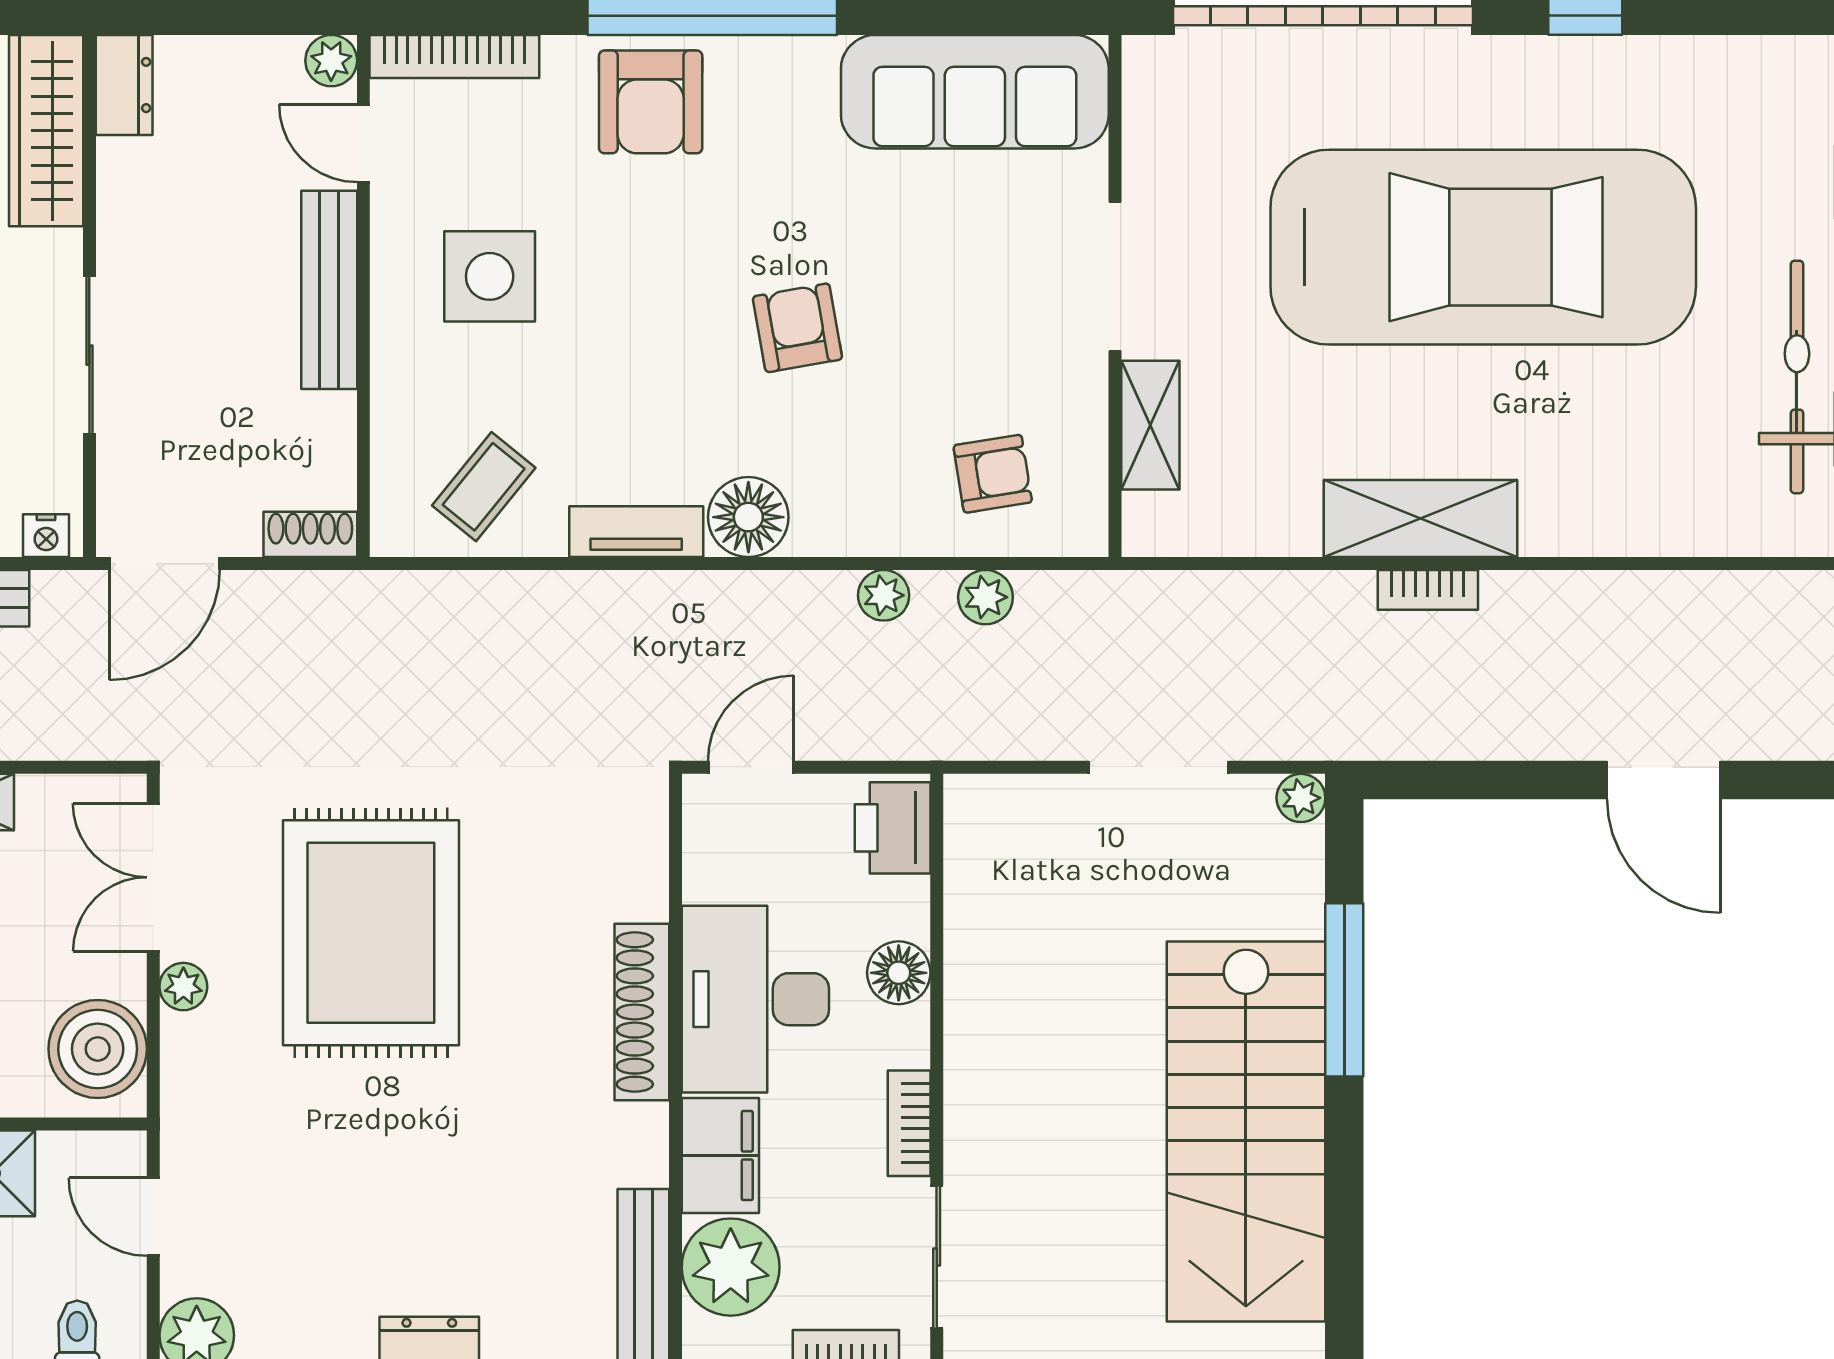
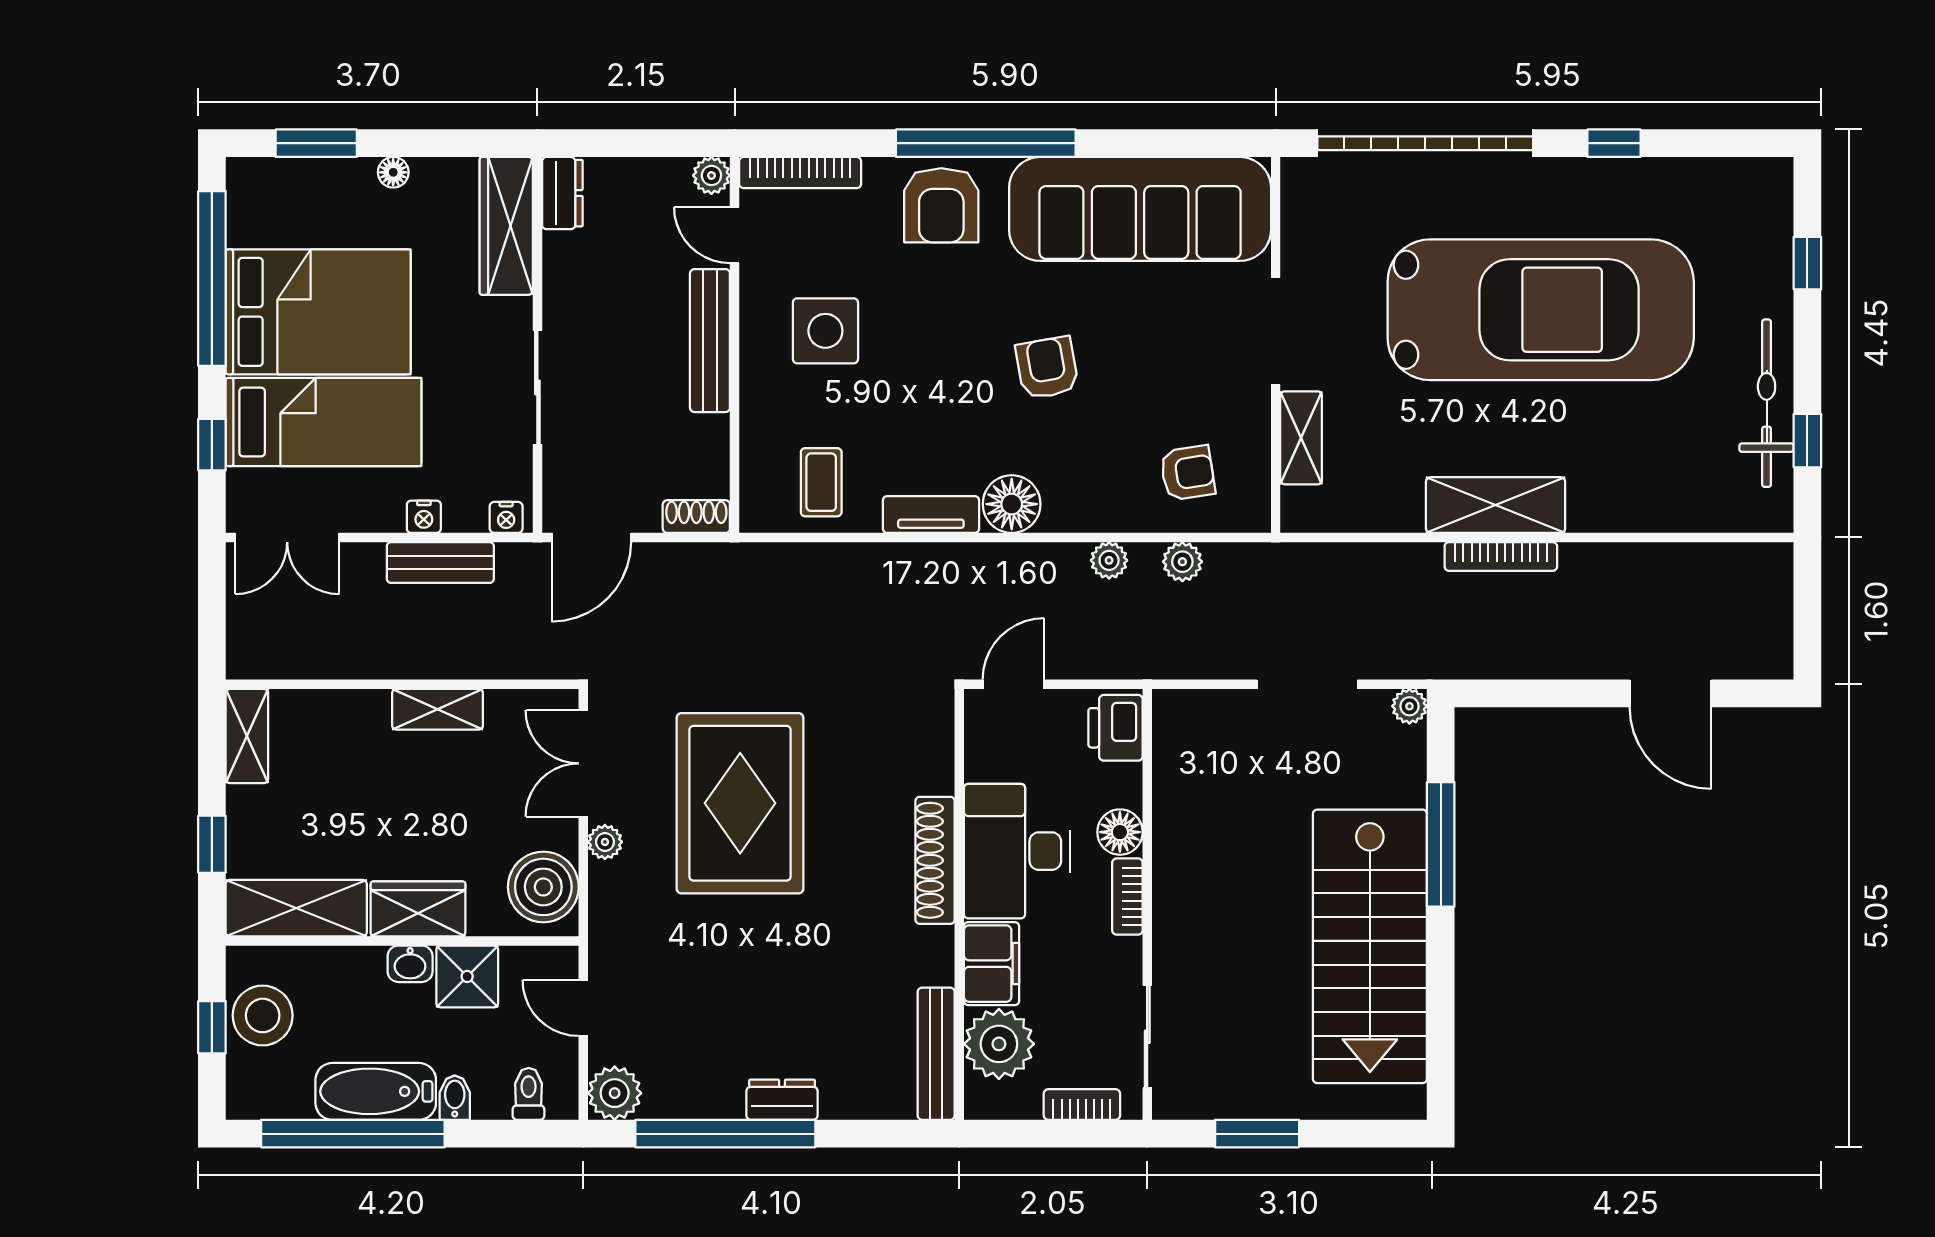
sofa: (975, 92) -> (1140, 209), width x1.36, depth x1.27
coffee table: (484, 487) -> (821, 482), turned -39
bookcase: (1428, 590) -> (1501, 556), width x1.56
bookcase: (909, 1123) -> (1127, 897), moved

